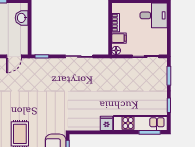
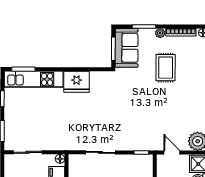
door: (14, 56) -> (172, 153), hinge flipped
fridge: (107, 123) -> (77, 82), width x1.88, depth x1.34

